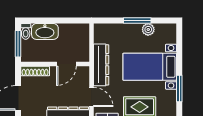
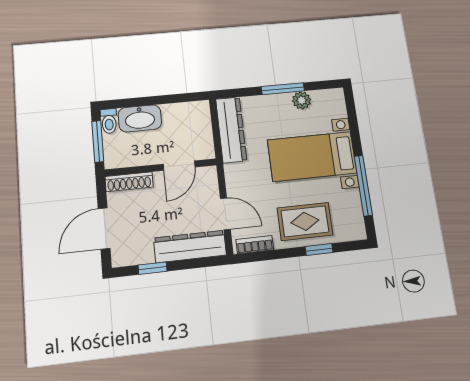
dresser: (101, 65) -> (231, 130), moved
window: (179, 88) -> (363, 185), width x1.44

